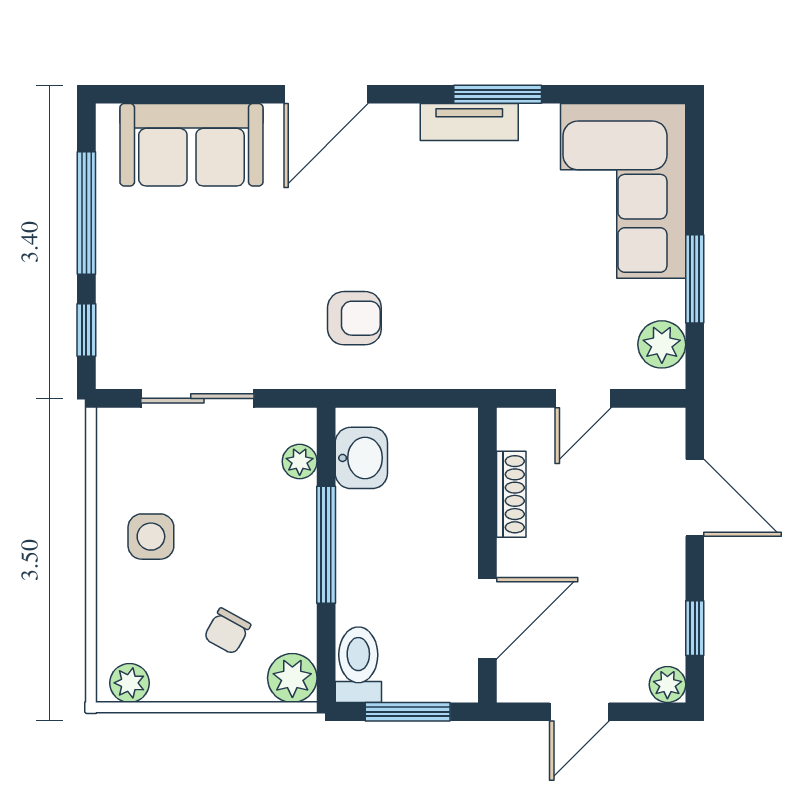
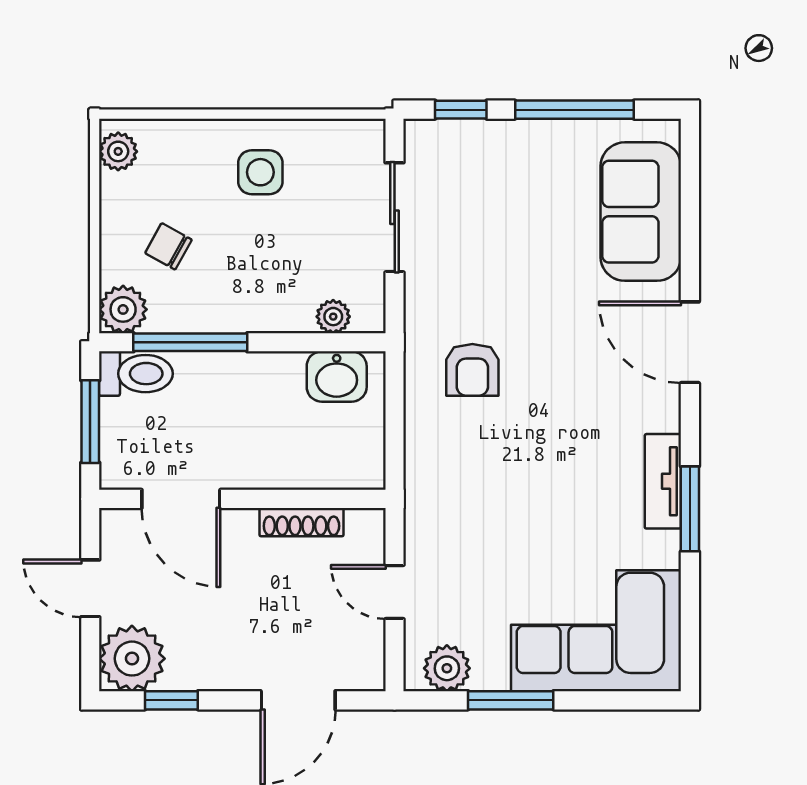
window: (326, 545) -> (190, 342), moved
plant: (667, 685) -> (132, 659), width x1.88, depth x1.88

